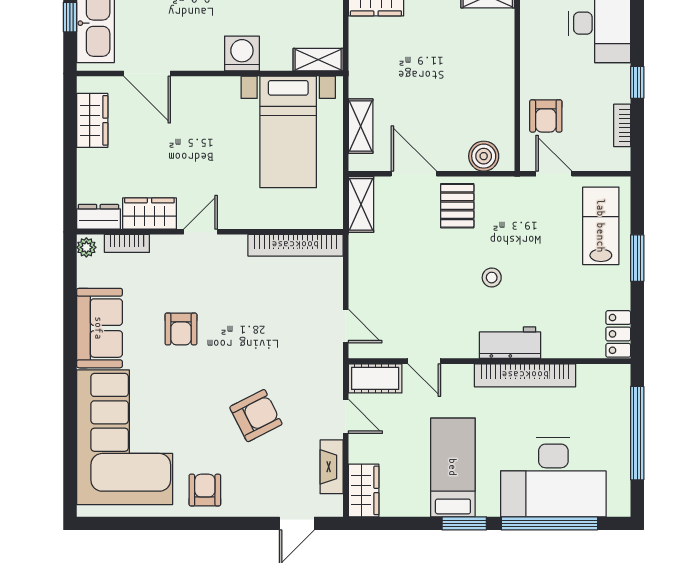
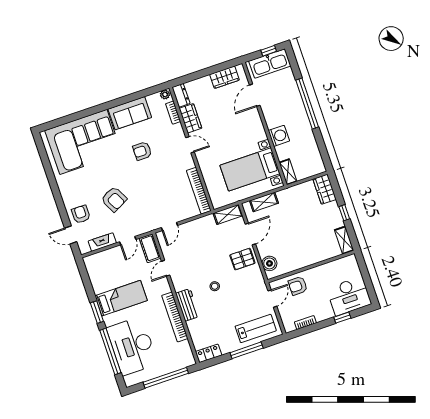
window: (637, 82) -> (342, 318), moved
window: (637, 258) -> (247, 350), width x1.44
armchair: (205, 490) -> (81, 214), moved, turned -90
wardrobe: (364, 490) -> (96, 261), removed

